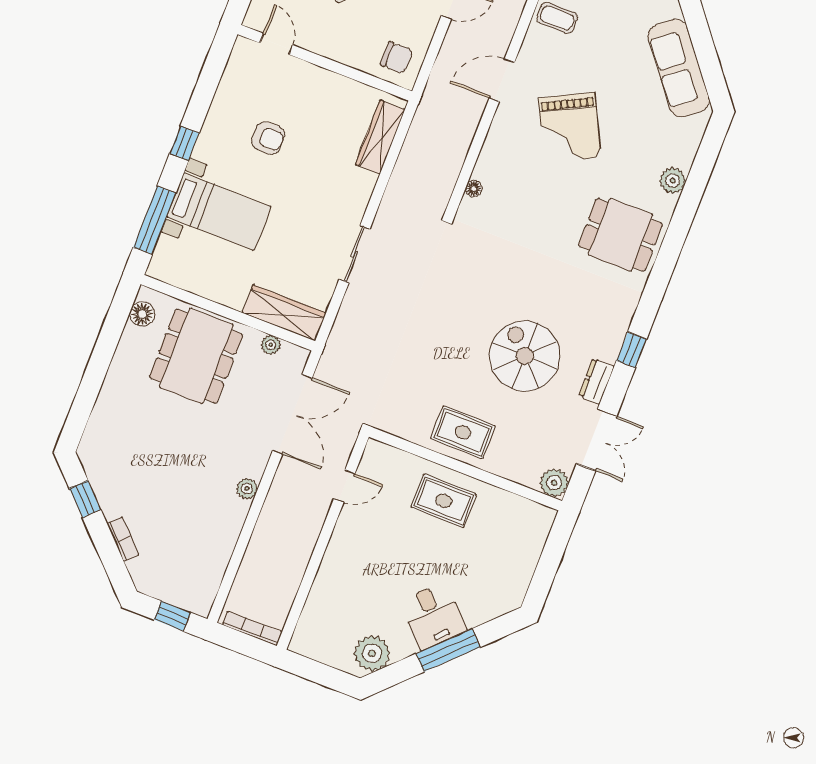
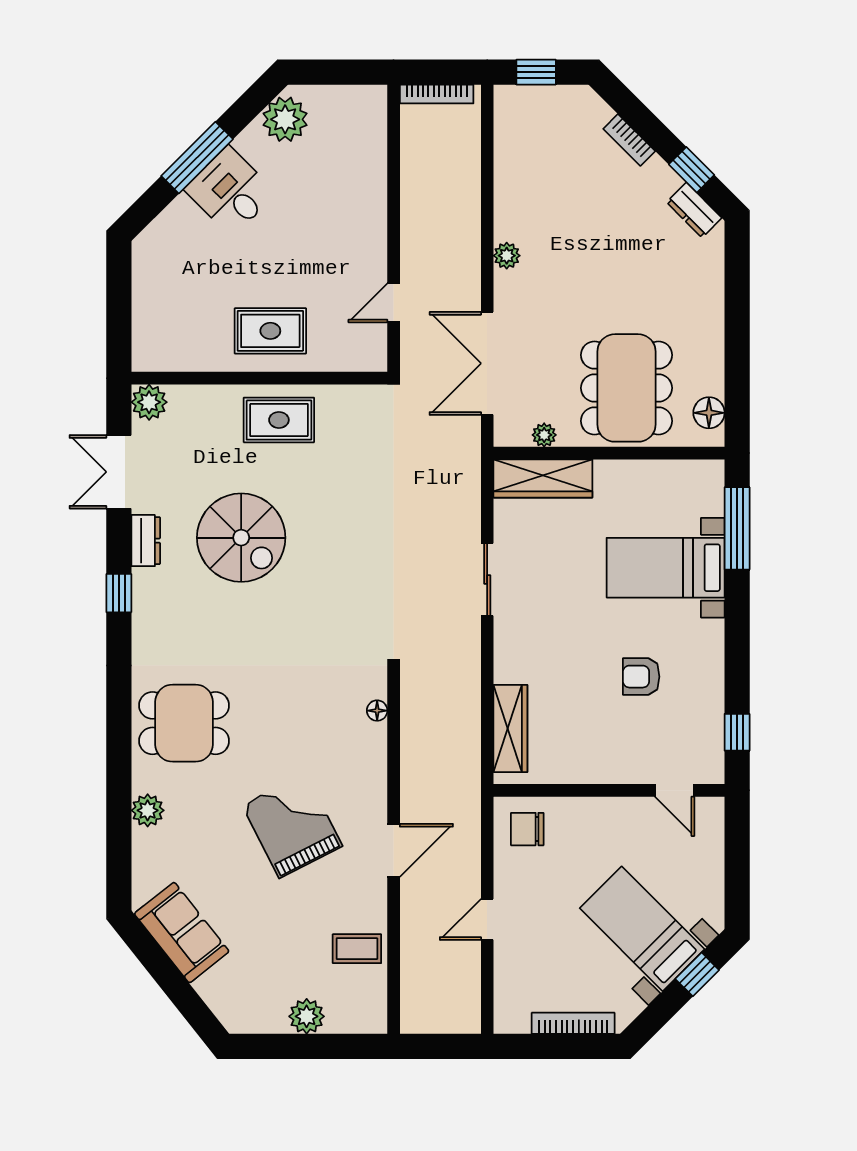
sofa: (679, 68) -> (182, 933), width x0.73
window: (184, 143) -> (737, 732), moved
dresser: (95, 468) -> (694, 210), added

